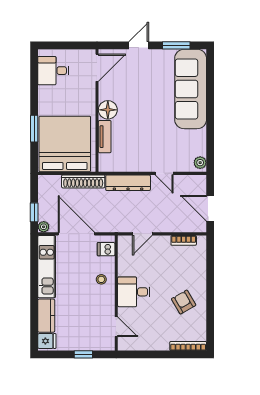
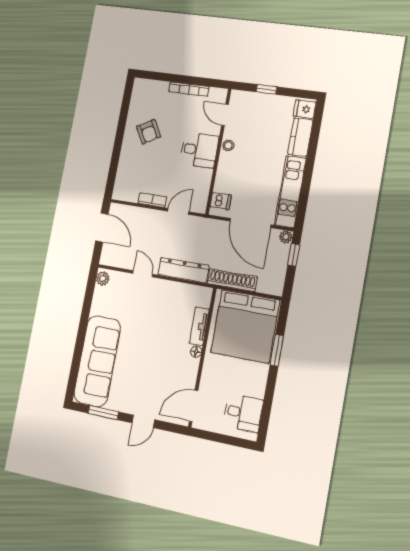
floor lamp: (108, 110) -> (196, 352), width x0.53, depth x0.53
bookcase: (184, 240) -> (152, 200), moved
stool: (101, 279) -> (228, 145), moved
bookcase: (188, 346) -> (189, 89), moved

